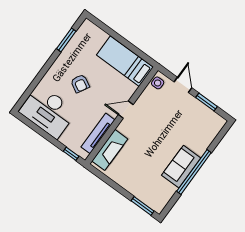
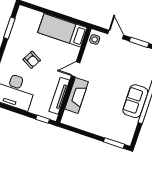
fireplace: (110, 150) -> (77, 95), moved

